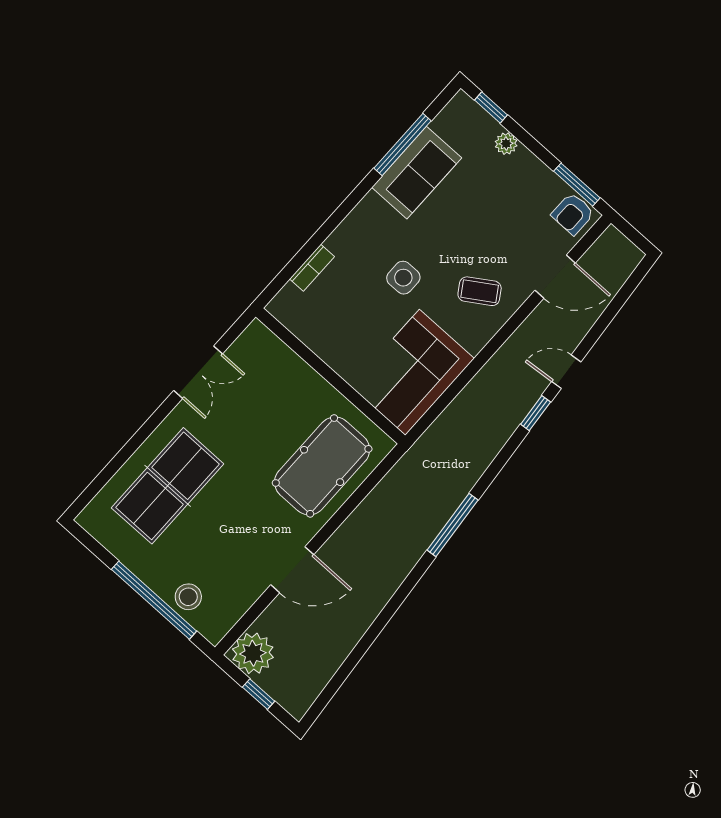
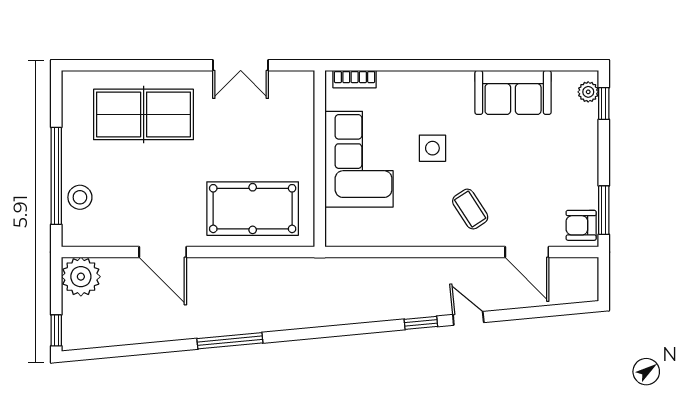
plant: (506, 144) -> (588, 92), moved
window: (402, 145) -> (524, 65), removed
bookcase: (312, 268) -> (355, 79), moved
corner sofa: (412, 372) -> (359, 159), moved, turned 90
window: (453, 525) -> (230, 341), moved
window: (259, 694) -> (56, 330), moved

